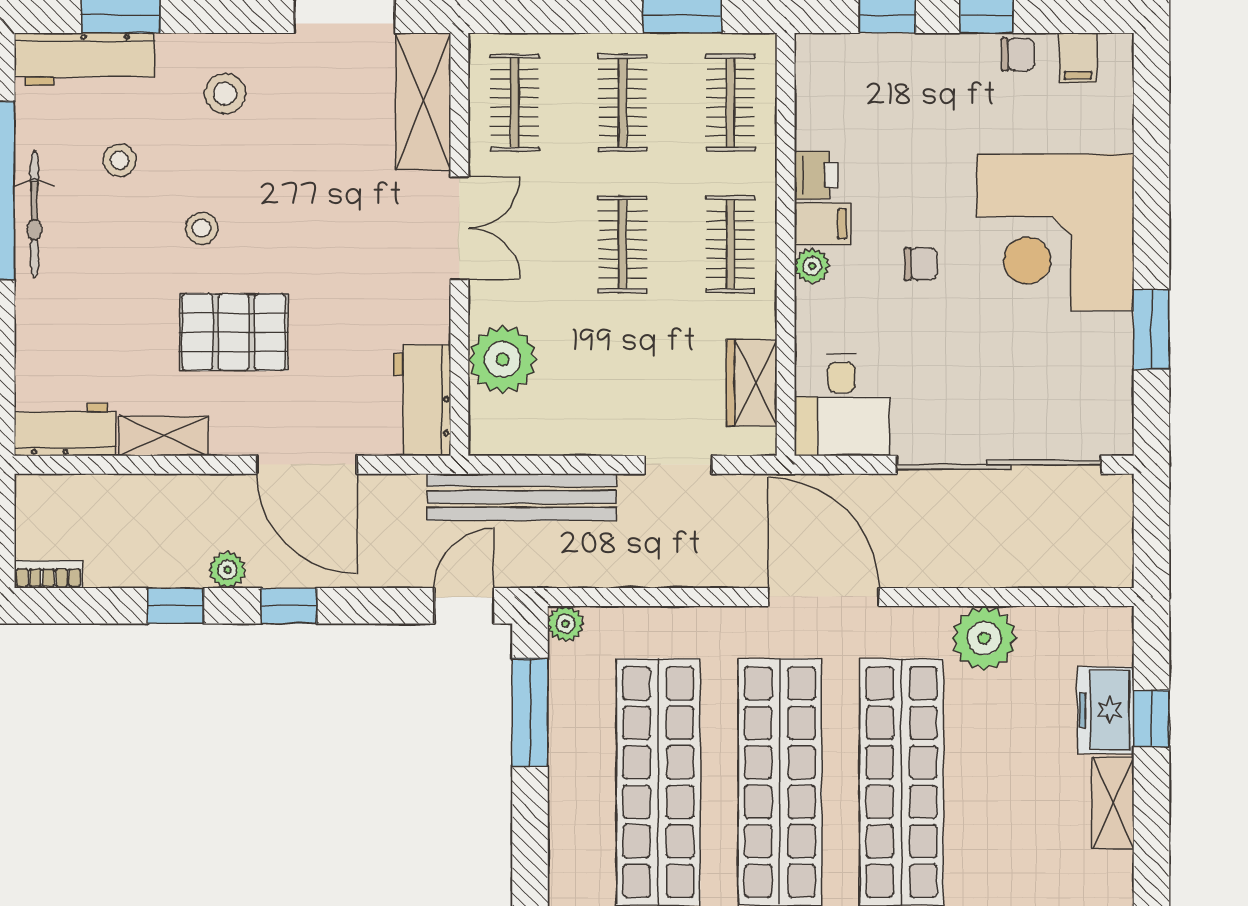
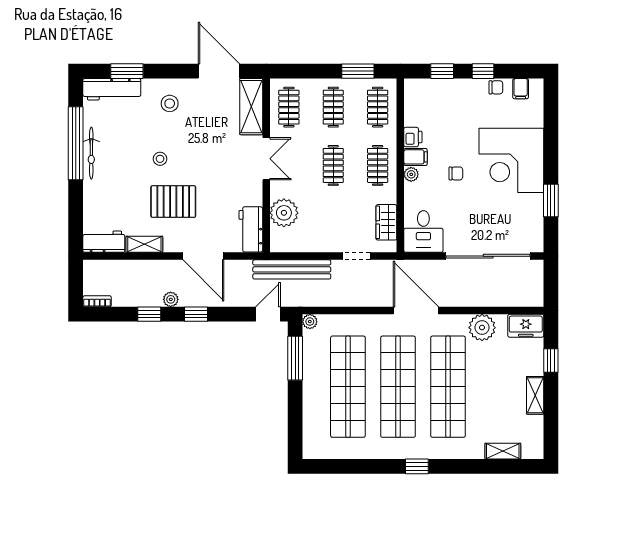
stool: (120, 160) -> (126, 131), removed
freezer: (1106, 710) -> (526, 326), moved, turned -90

